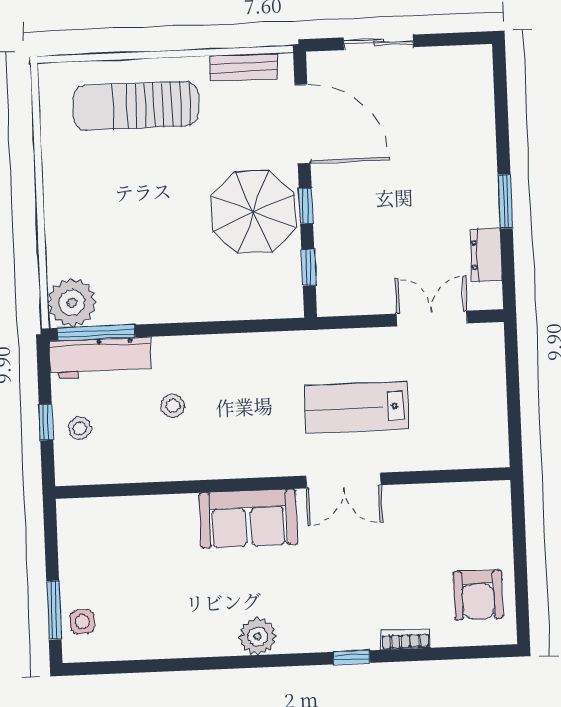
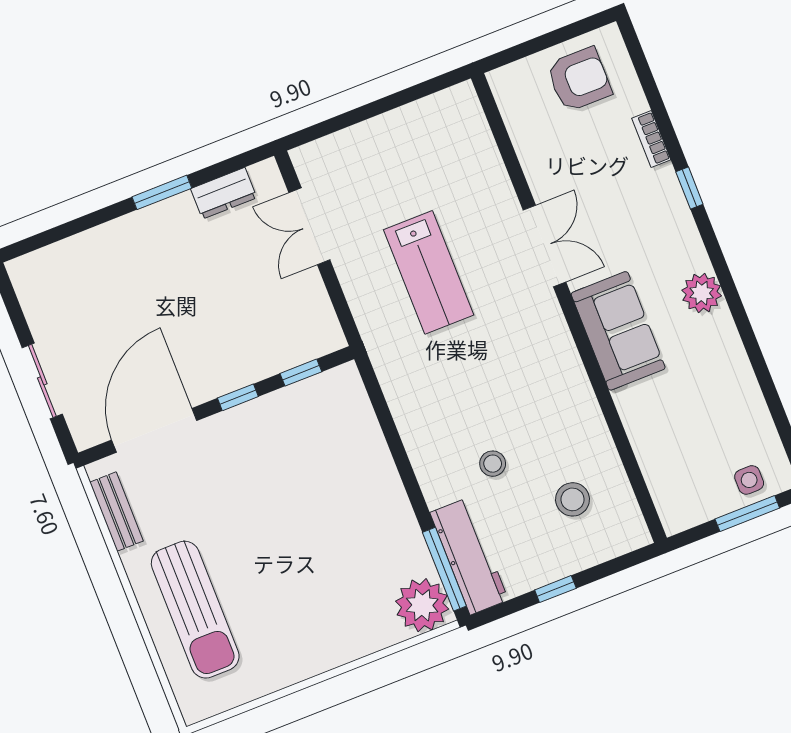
parasol: (253, 212) -> (263, 450), removed
stool: (80, 428) -> (573, 499), moved, width x1.37, depth x1.37
double door: (343, 480) -> (545, 246), moved
wall: (283, 483) -> (569, 308), moved
sofa: (248, 519) -> (618, 331), moved

